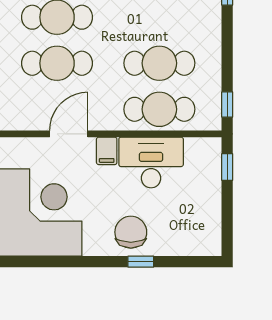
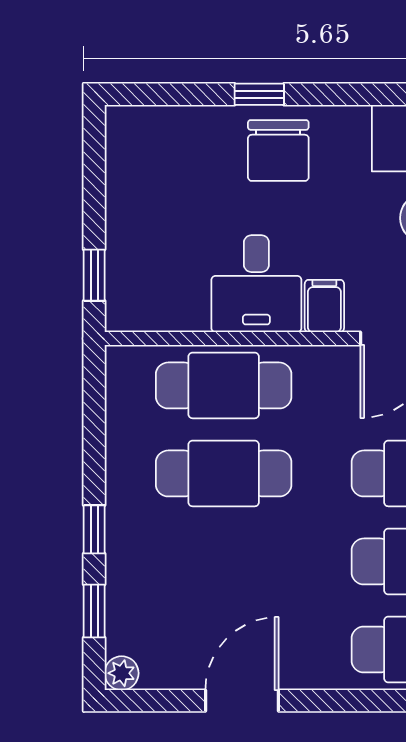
window: (227, 104) -> (94, 529), moved
desk: (151, 162) -> (256, 284), width x0.73

